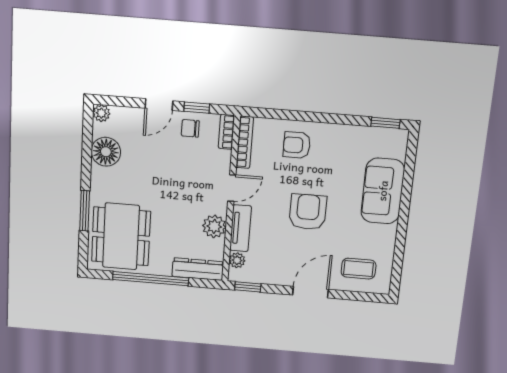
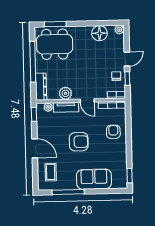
door: (159, 105) -> (127, 59), swing flipped
window: (85, 211) -> (55, 24), moved
window: (400, 241) -> (68, 192), added

